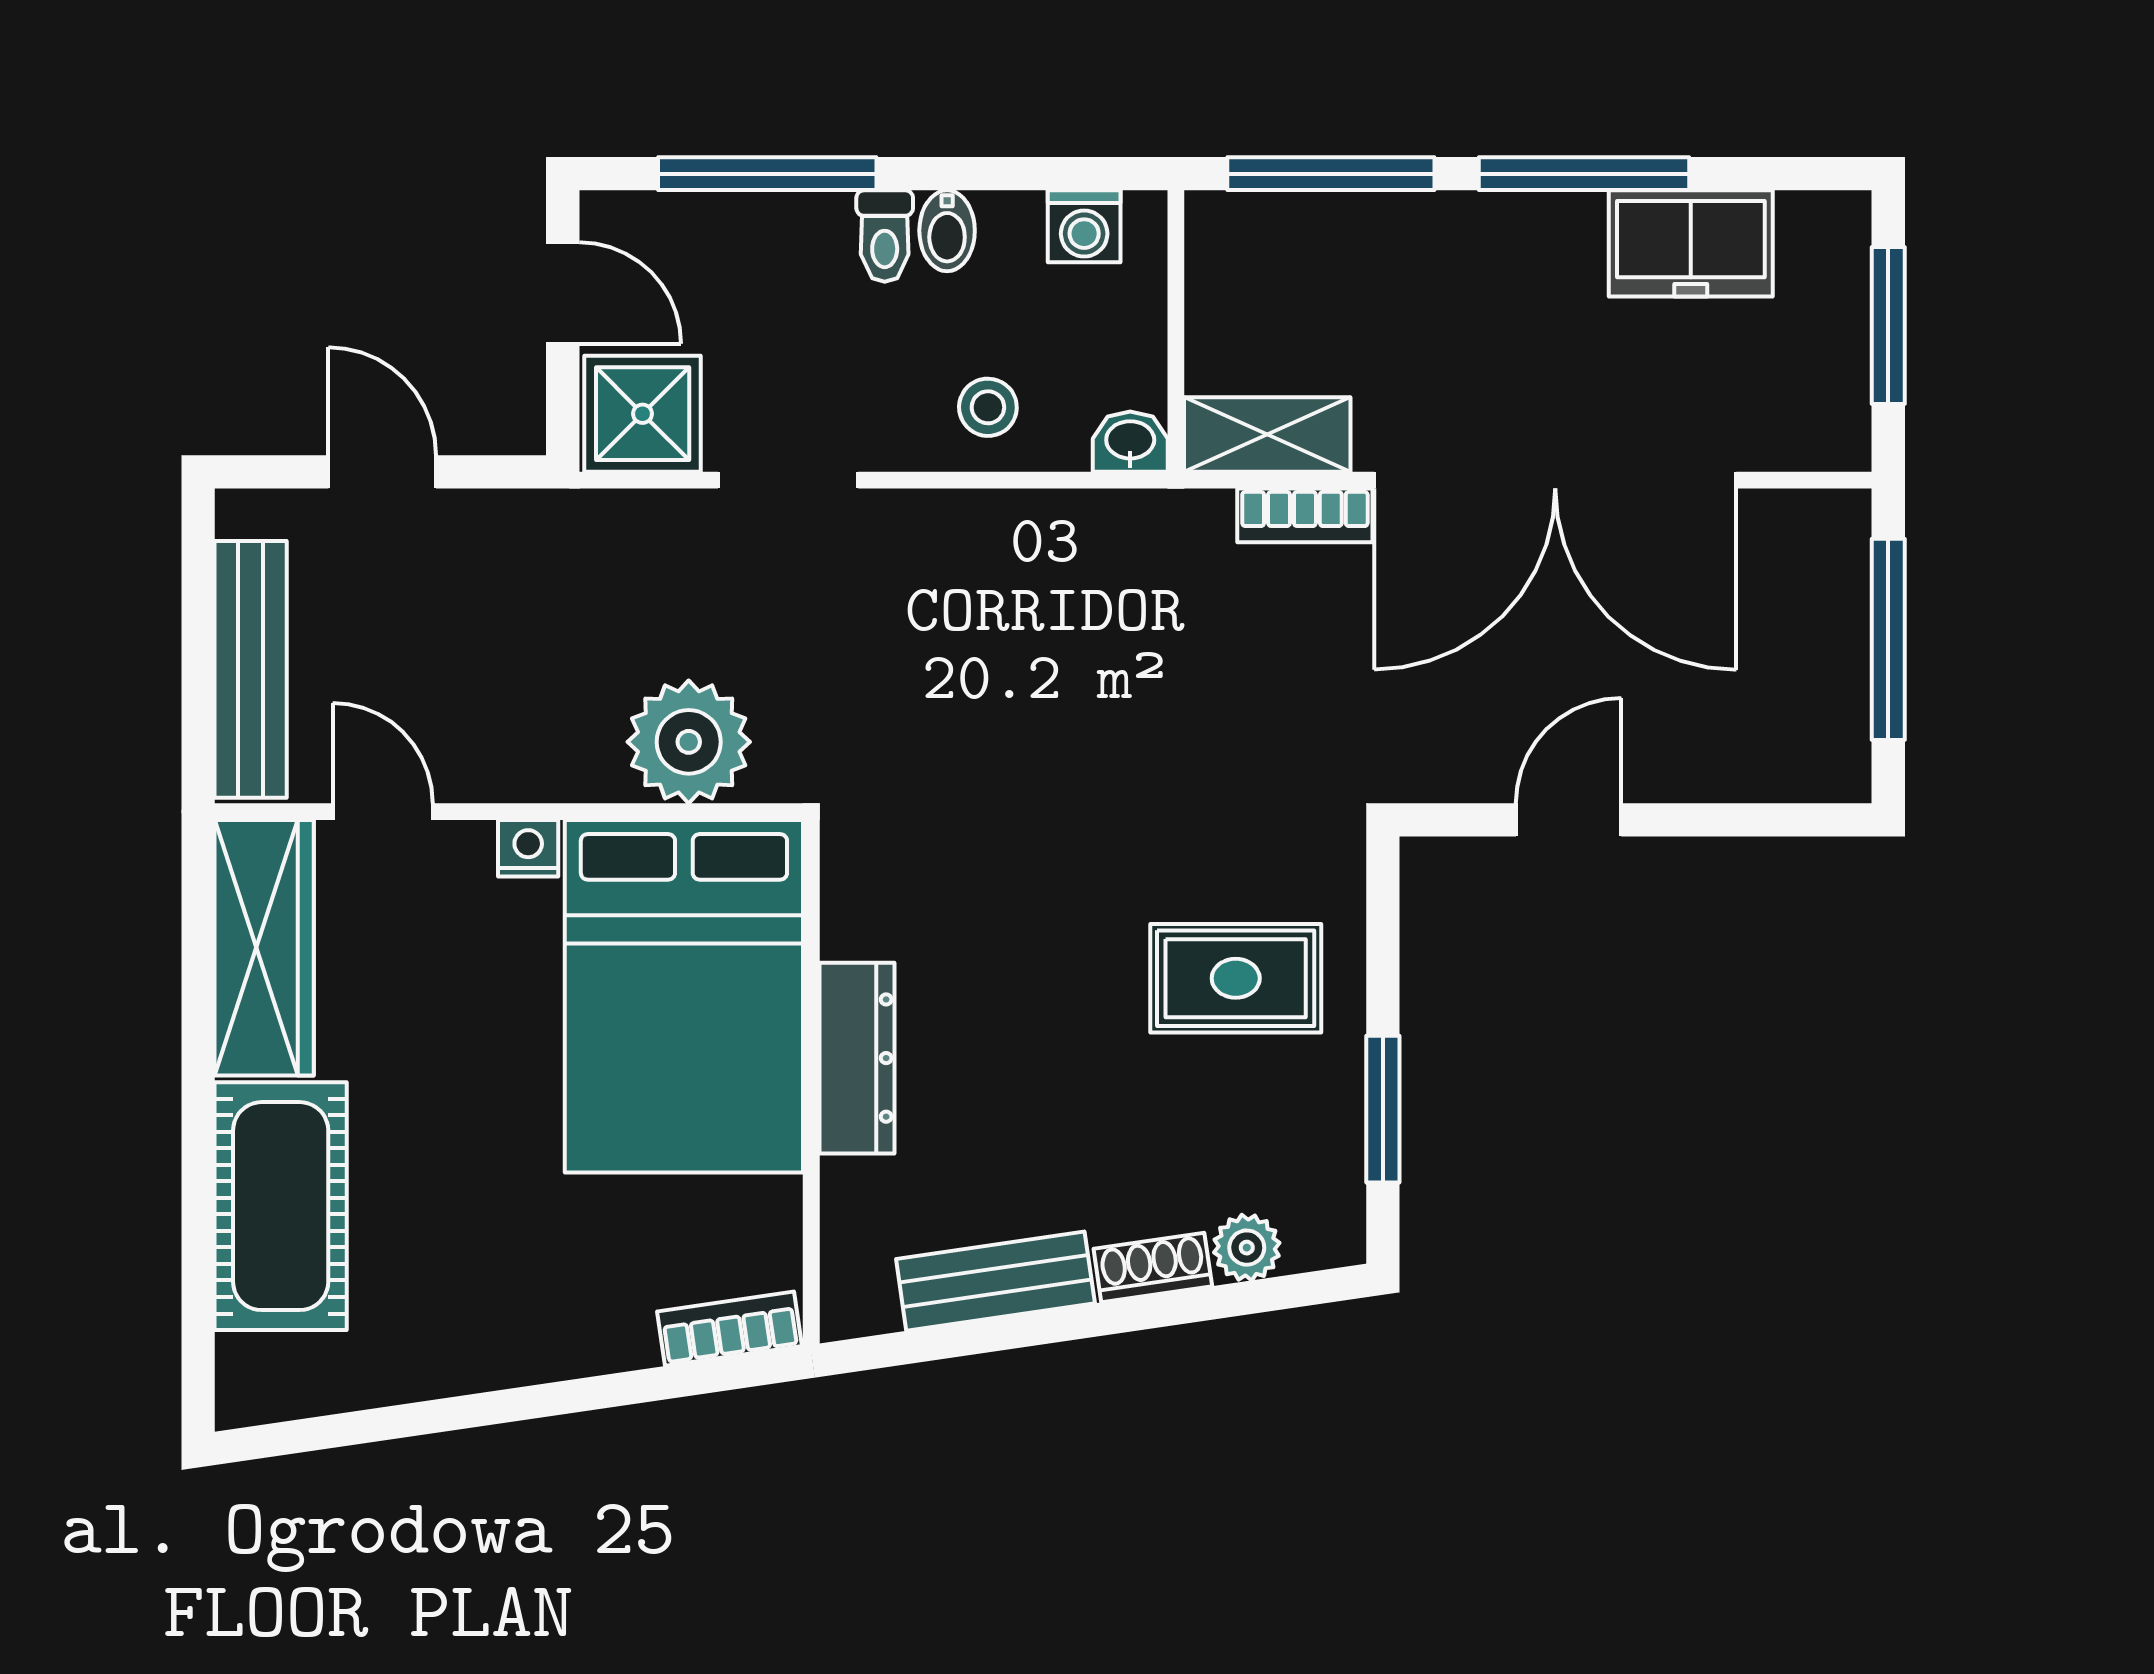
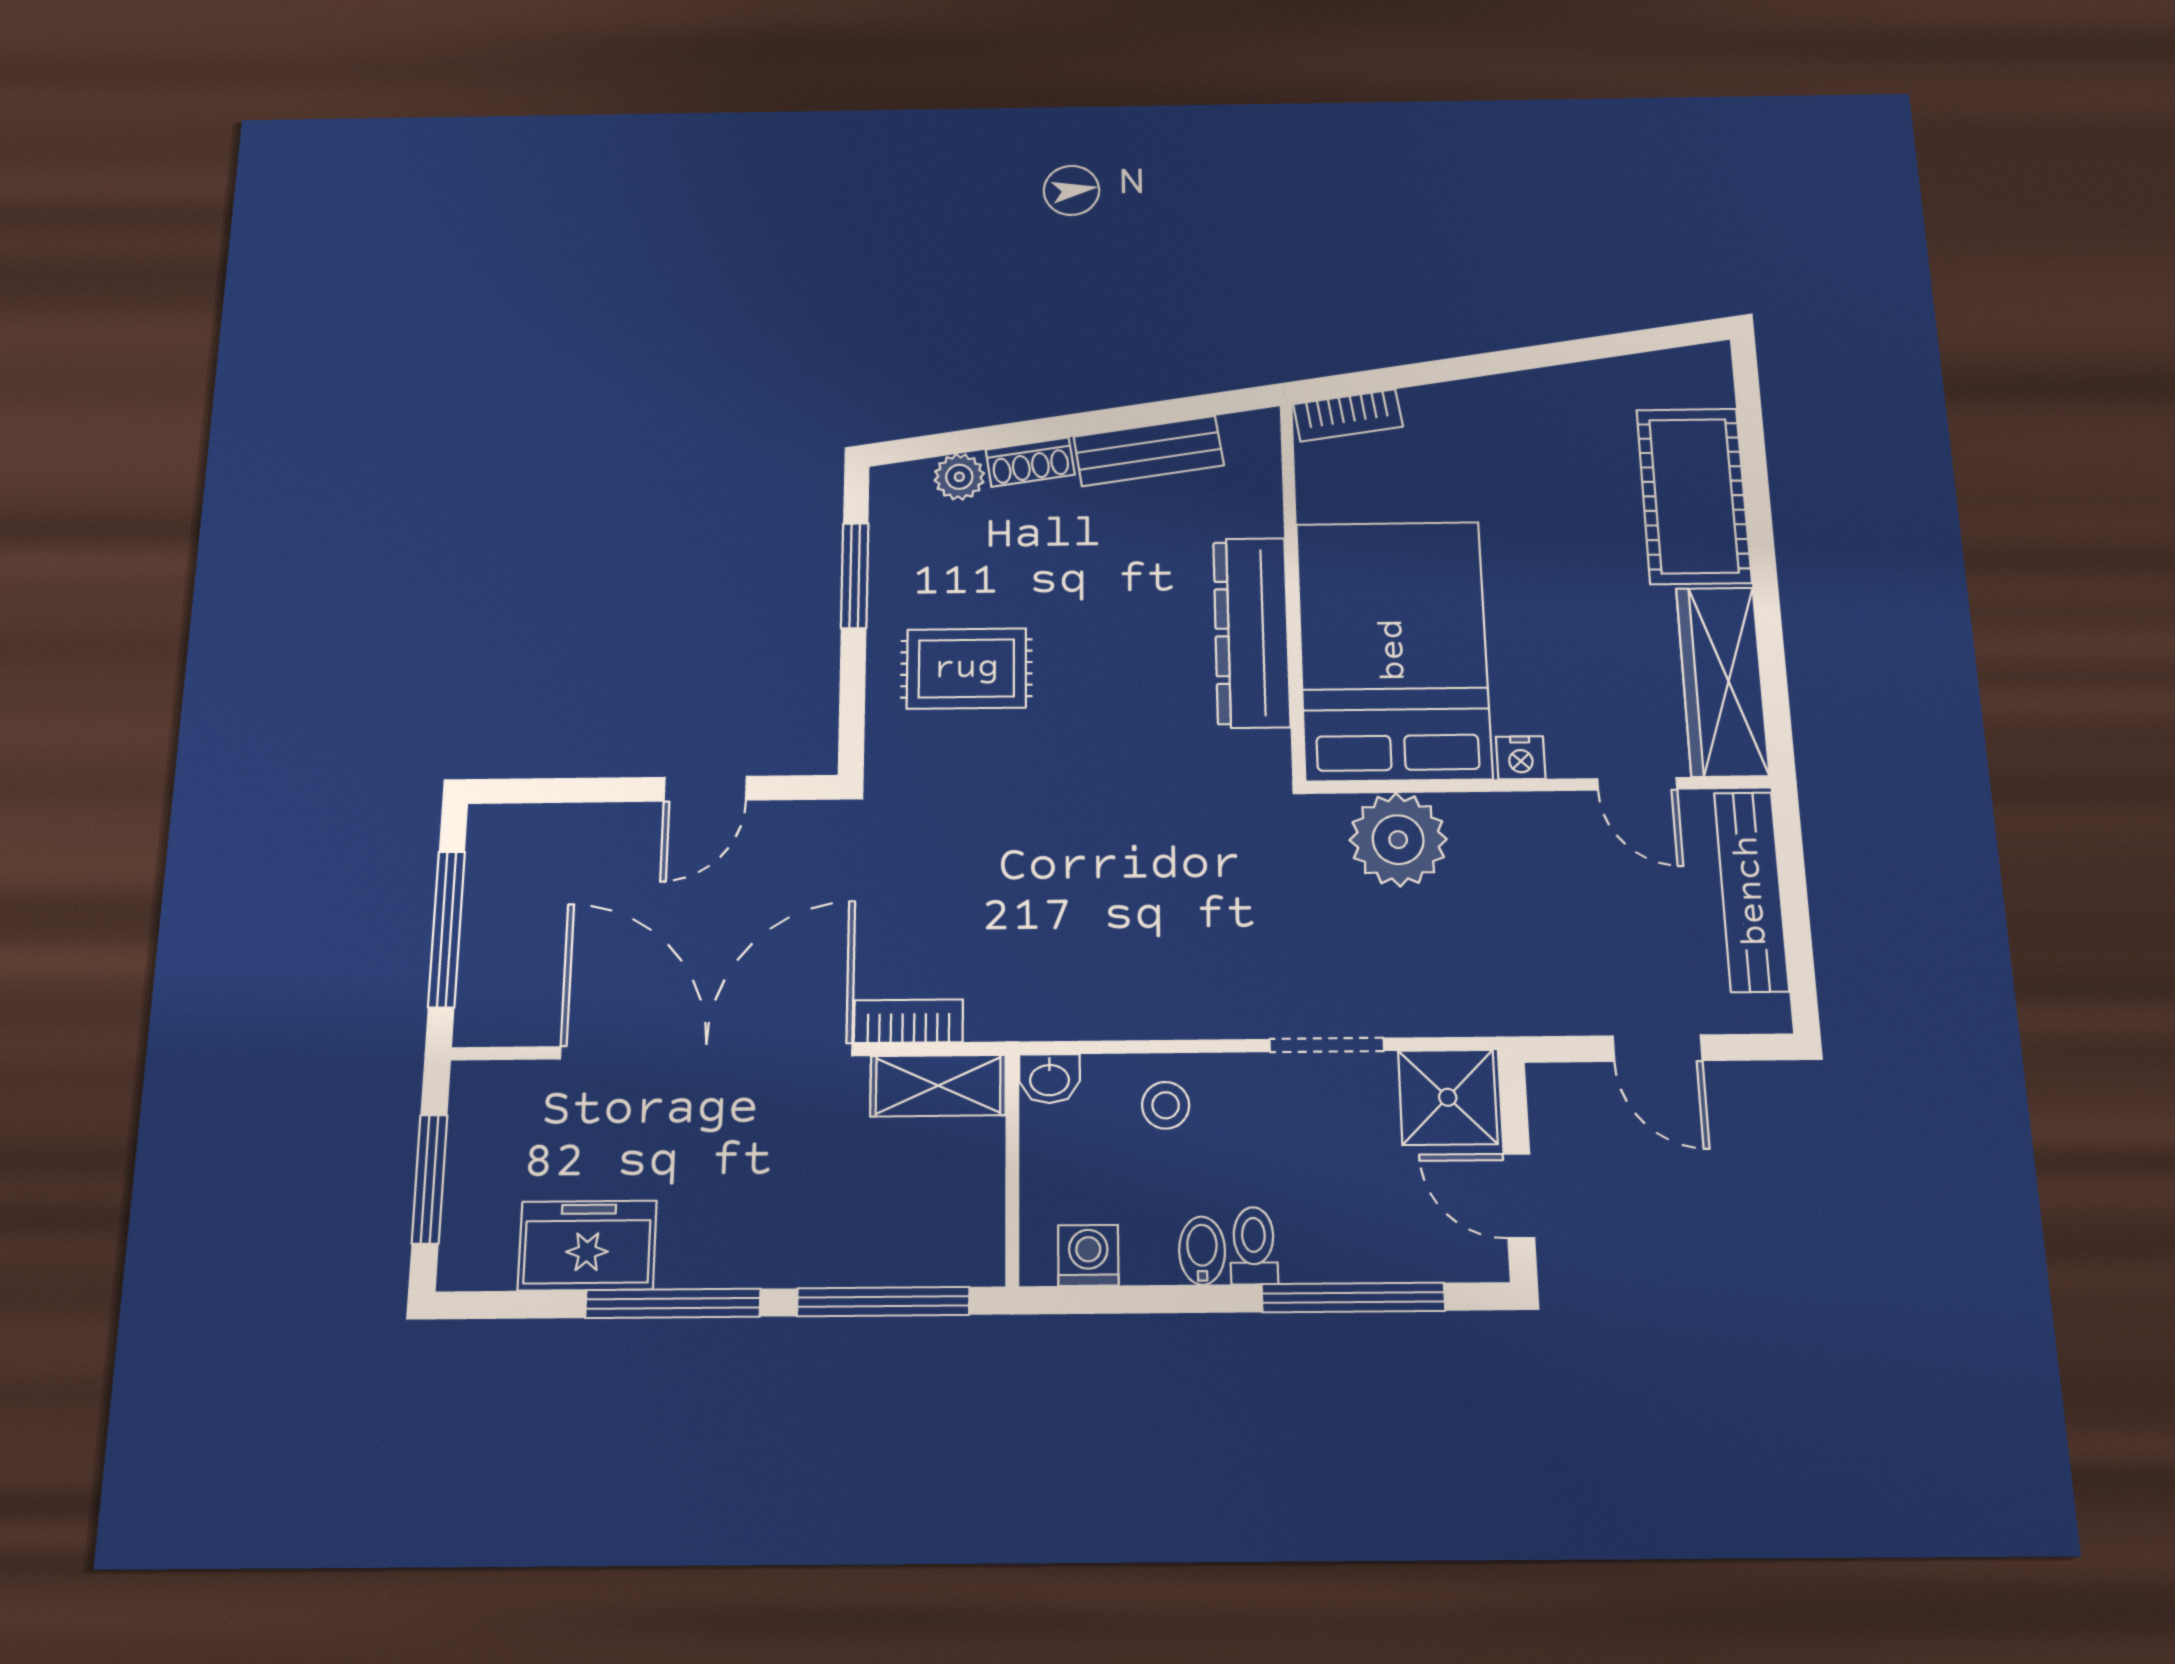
dresser: (857, 1058) -> (1251, 632), width x1.37, depth x1.24

